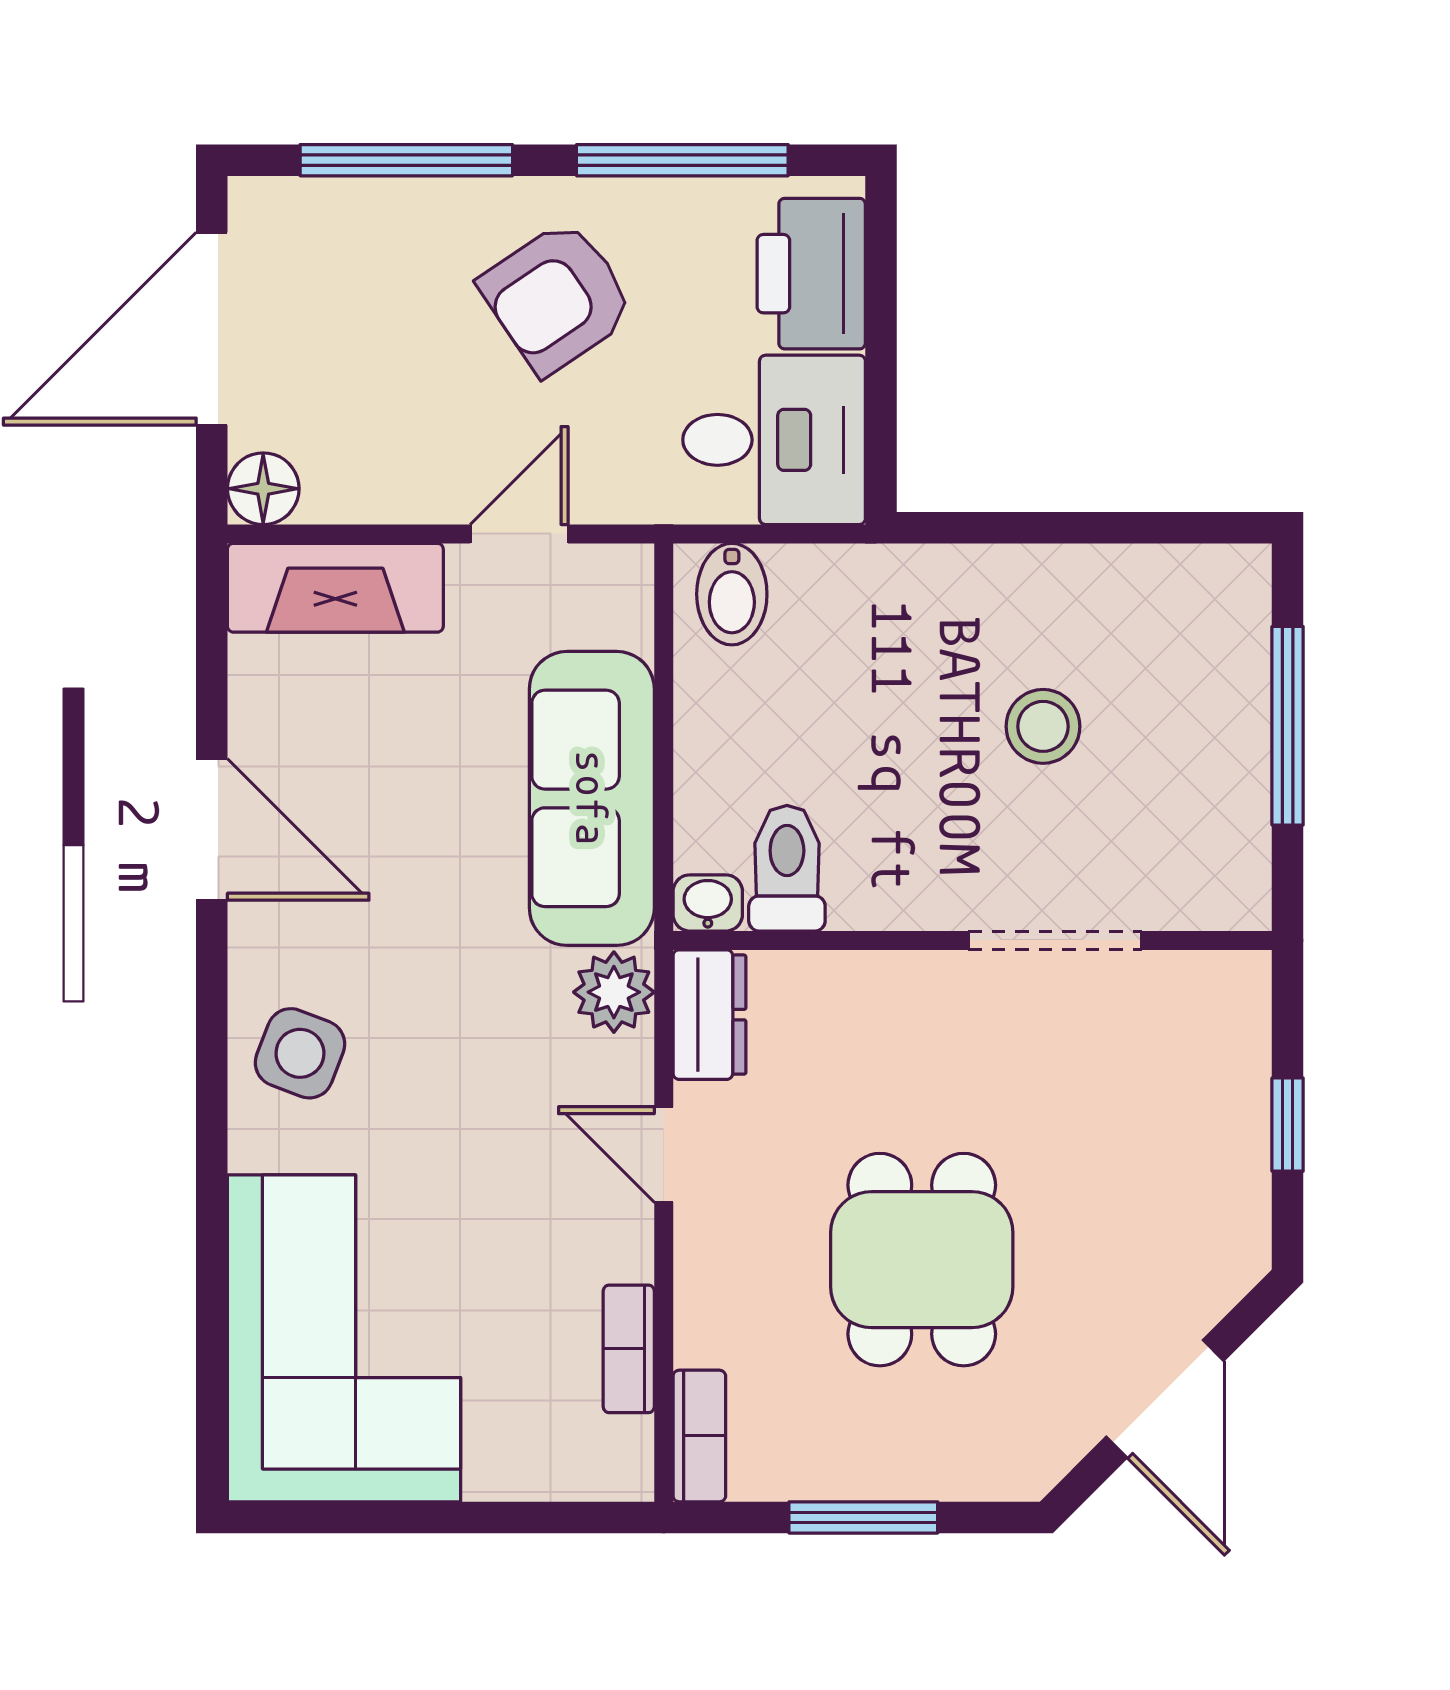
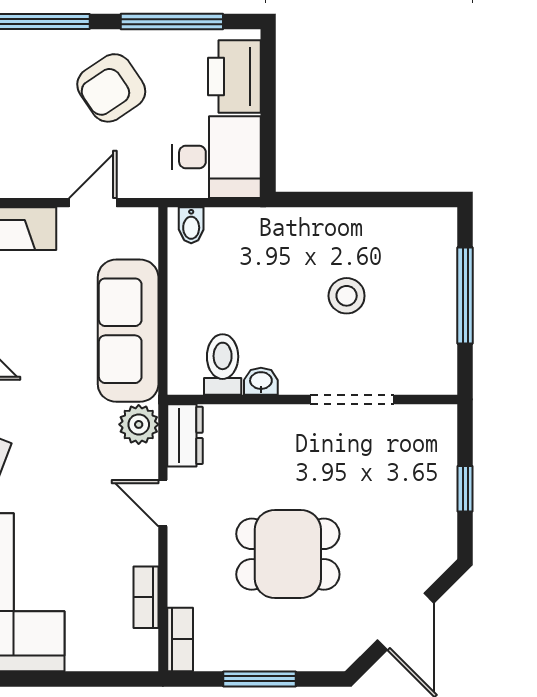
bidet: (732, 594) -> (191, 225), width x0.72, depth x0.74
washbasin: (708, 903) -> (261, 381), moved
dining table: (922, 1260) -> (288, 554), turned 90

